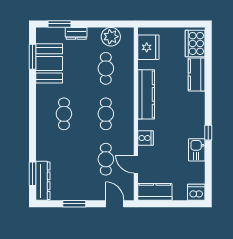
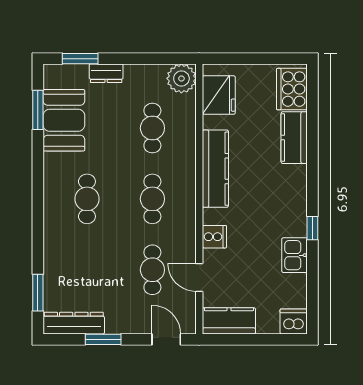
plant: (111, 37) -> (181, 78), moved
dresser: (43, 181) -> (74, 323), moved, turned -90

